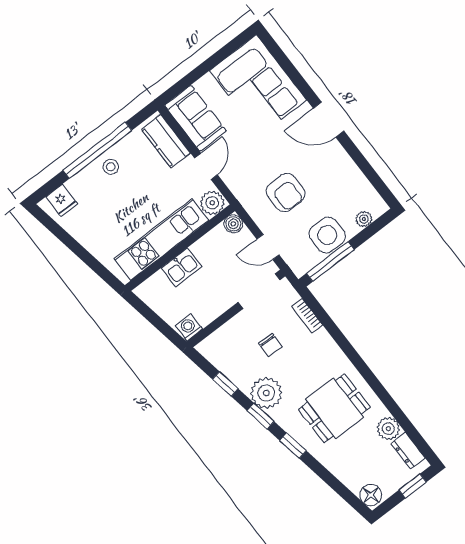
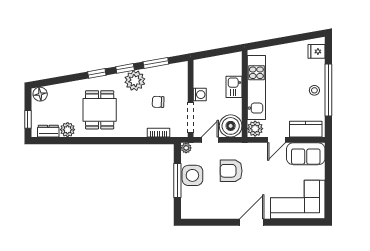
door: (206, 166) -> (277, 140), hinge flipped
plant: (364, 219) -> (186, 148), moved
boiler: (233, 224) -> (231, 126), width x1.86, depth x1.86
window: (330, 261) -> (177, 180), moved
washing machine: (189, 327) -> (200, 95), moved
window: (225, 384) -> (156, 63), width x1.50

